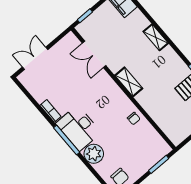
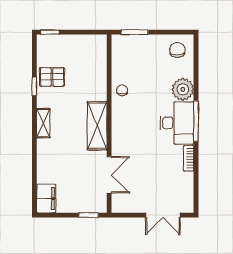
shelving: (156, 37) -> (43, 123), moved
shelving: (129, 82) -> (97, 126), width x1.50, depth x1.33

